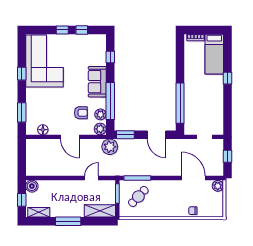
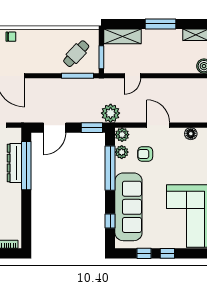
sofa: (97, 82) -> (128, 207), width x1.85, depth x1.27
dresser: (190, 105) -> (14, 163), added
door: (156, 135) -> (55, 128), swing flipped

